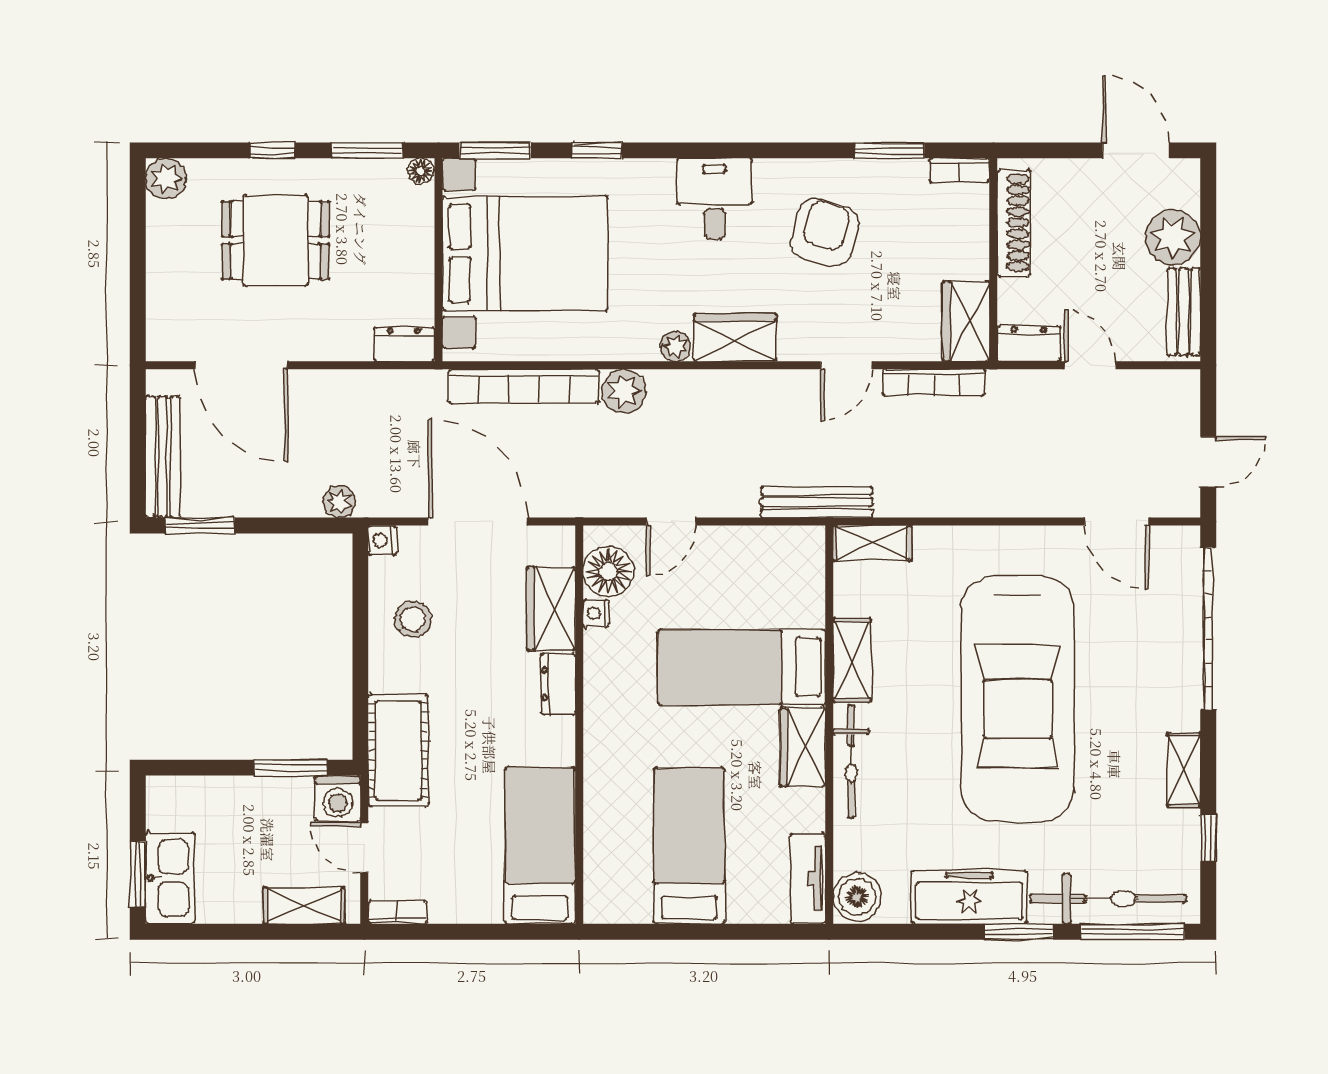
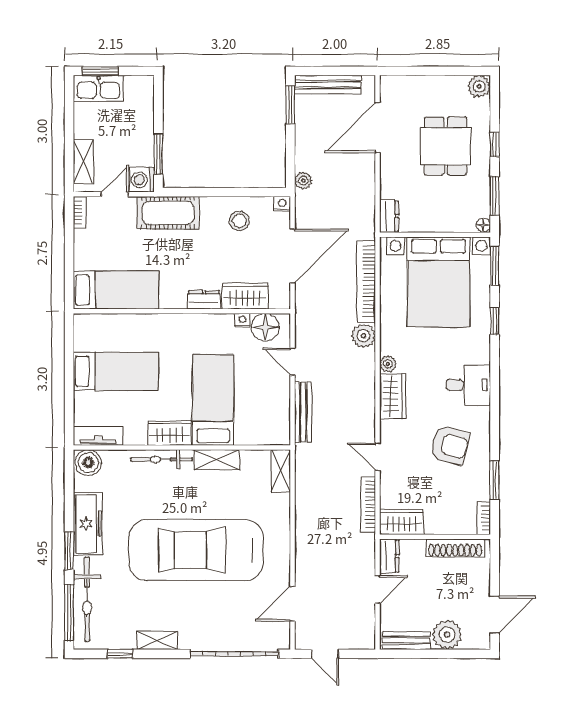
bench: (817, 502) -> (303, 412), moved

